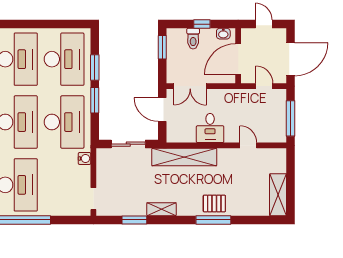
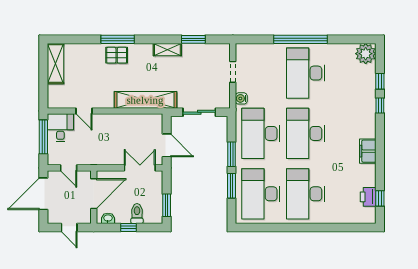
desk: (210, 128) -> (60, 128), moved
doorway: (93, 199) -> (233, 72), moved

